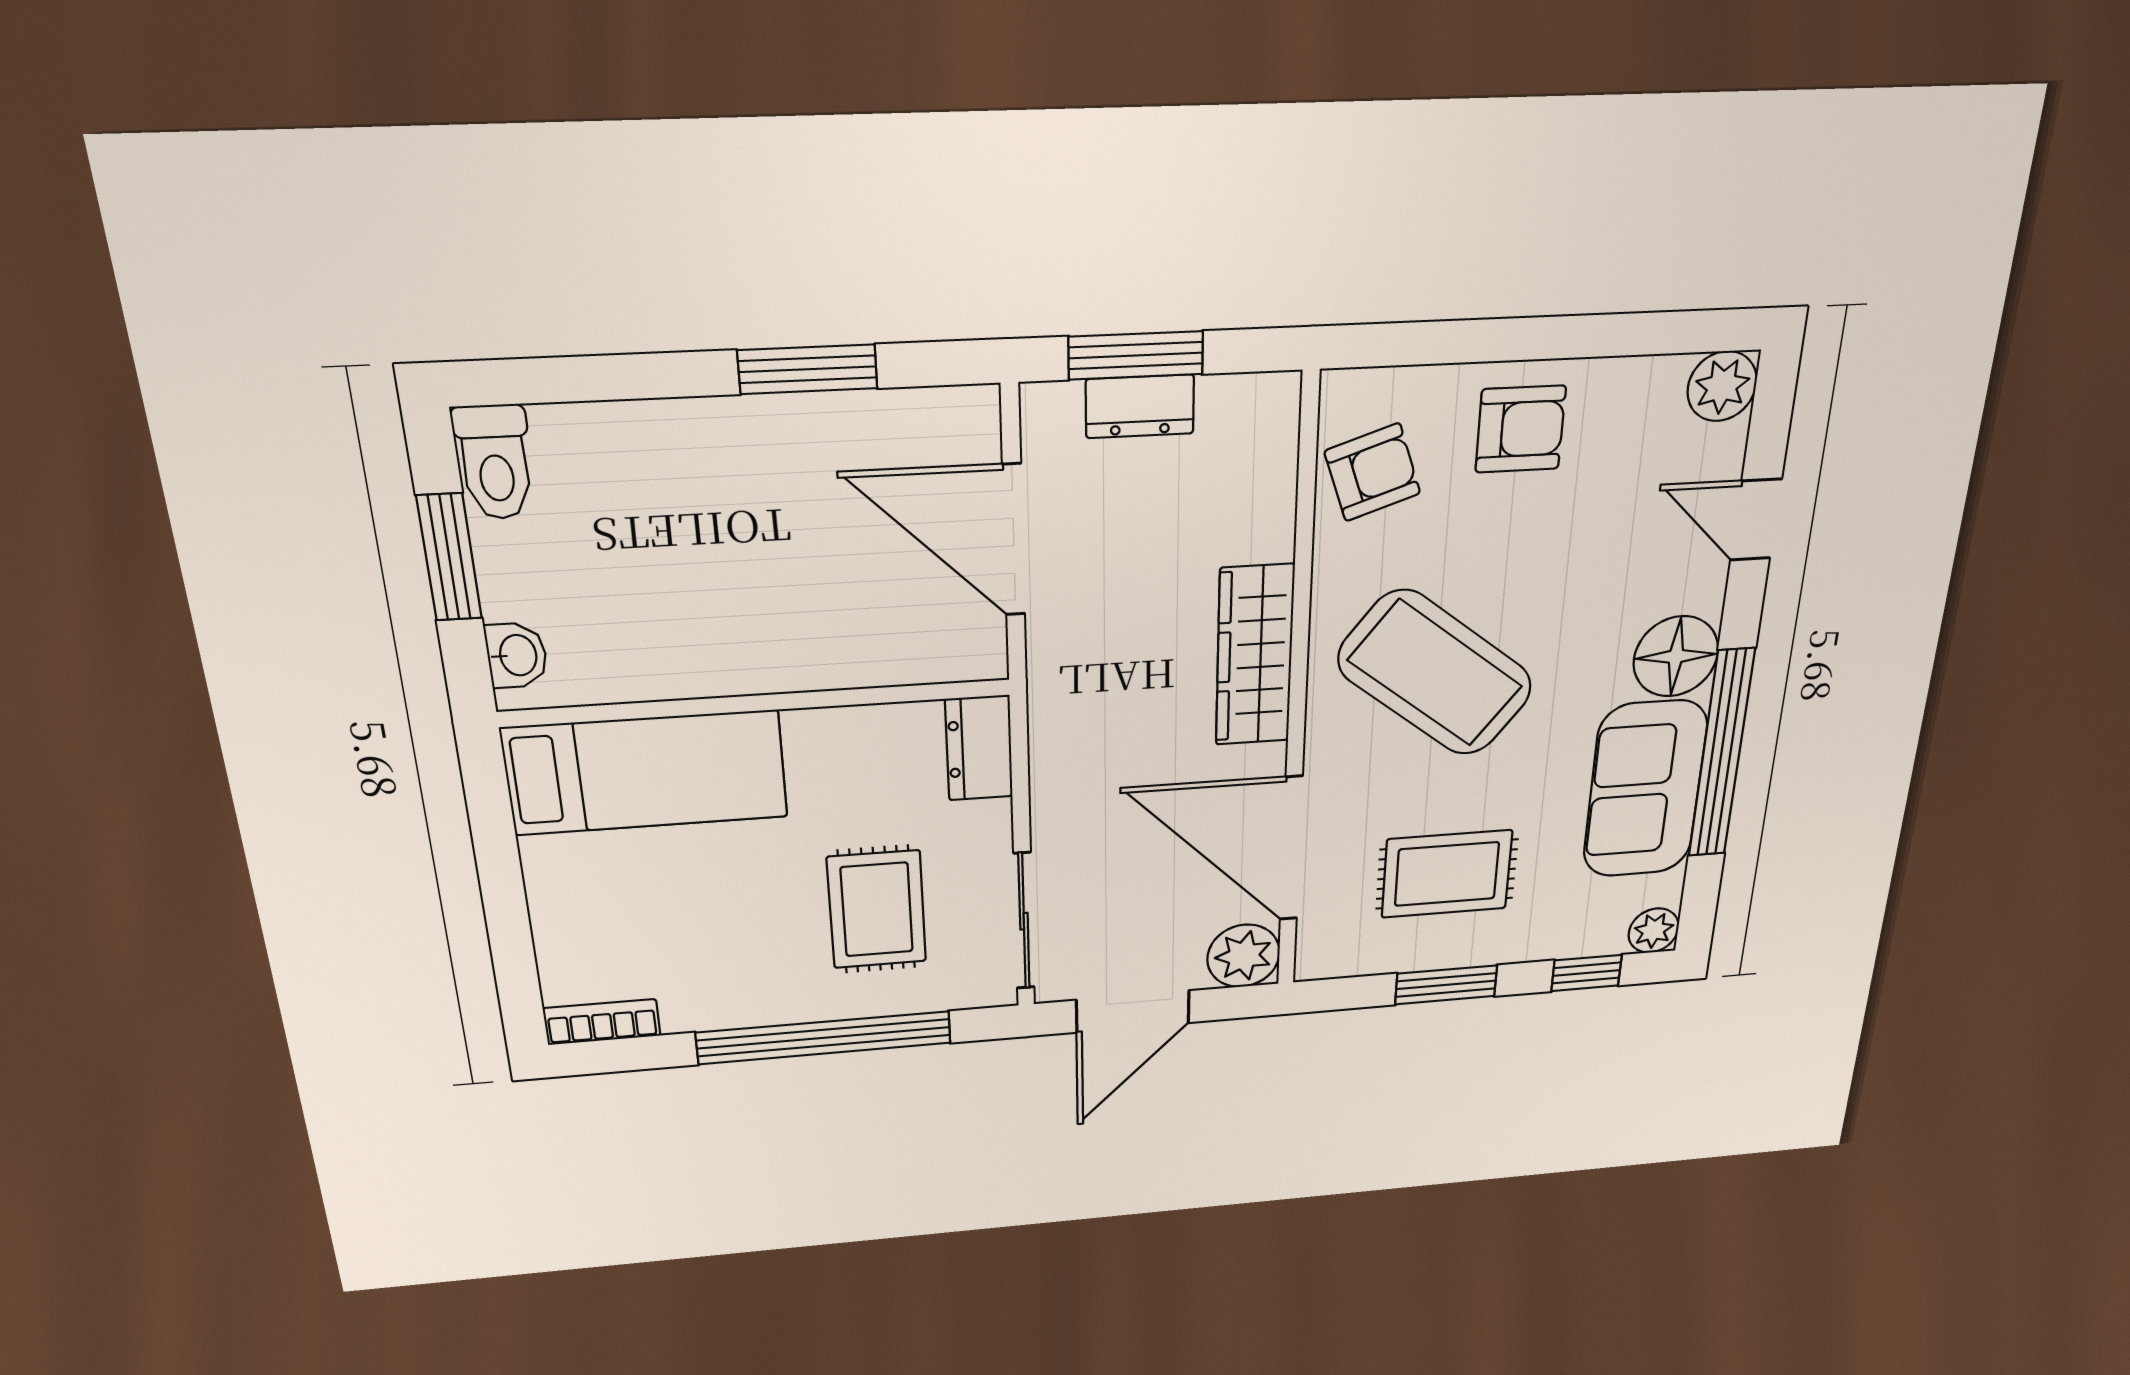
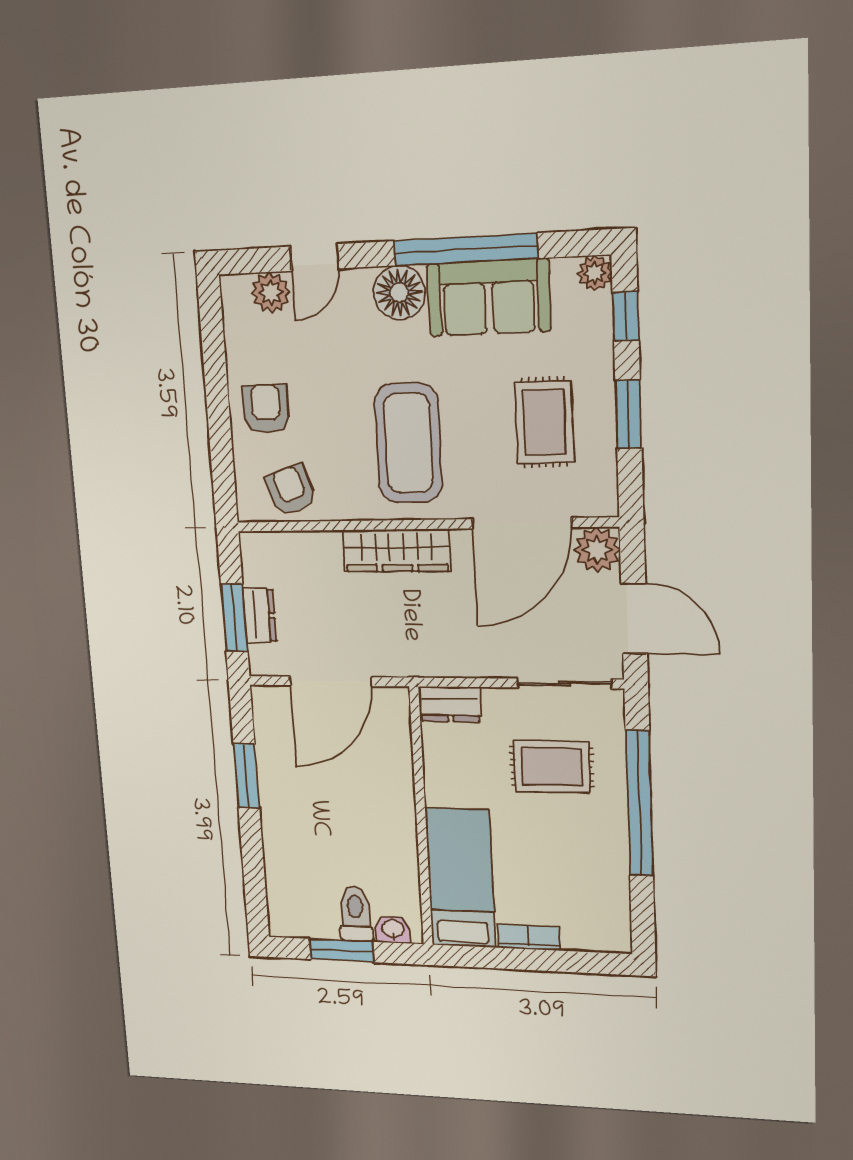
plant: (1722, 386) -> (271, 292), moved
toilet: (495, 462) -> (355, 914), moved, turned -90
coffee table: (1435, 673) -> (408, 443), turned -38
bookcase: (602, 1022) -> (529, 937), moved, turned 90

